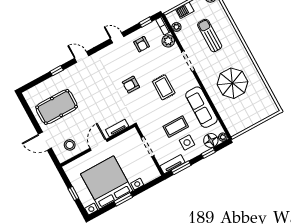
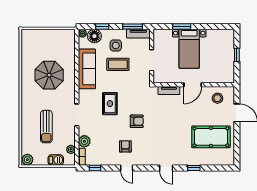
armchair: (142, 44) -> (125, 146), moved
bed with nightstands: (107, 182) -> (189, 49), width x0.54
window: (123, 199) -> (182, 27), moved

